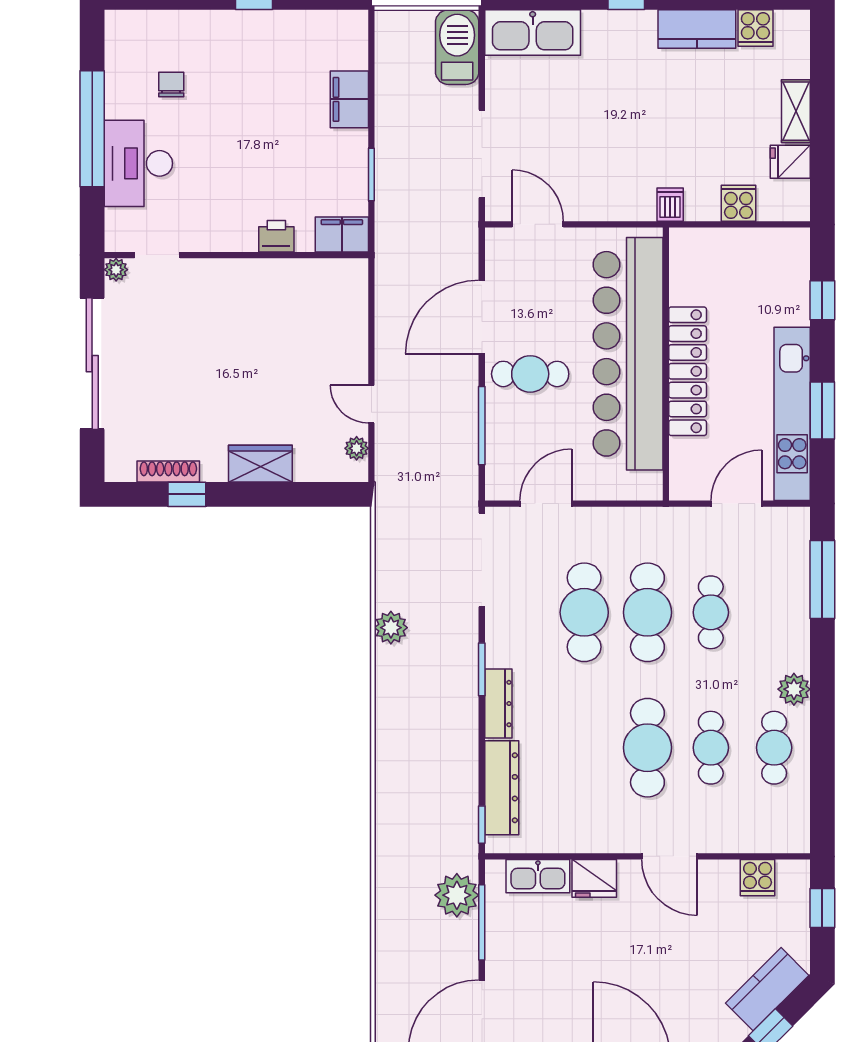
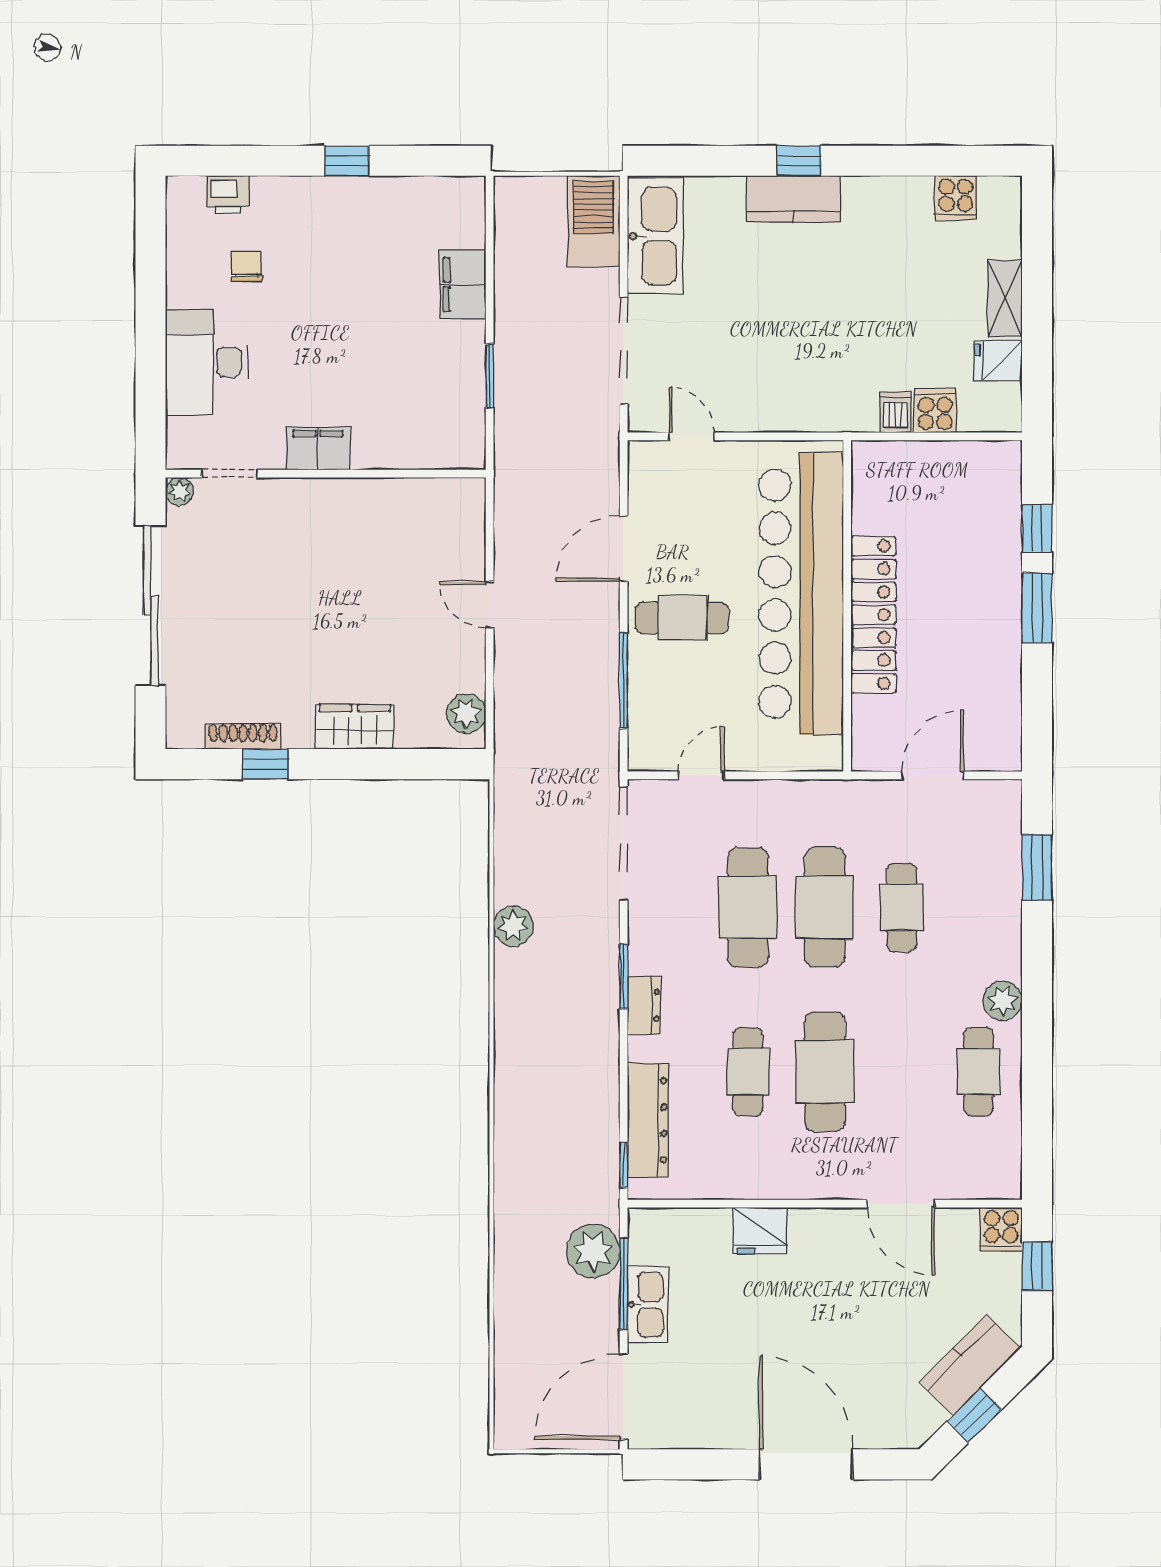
kitchen counter: (697, 29) -> (793, 199), moved
kitchen sink: (533, 33) -> (655, 236), moved, turned -90
window: (92, 129) -> (151, 320), removed
dishwasher: (670, 205) -> (896, 412), moved
door: (538, 224) -> (691, 436), width x0.73
filing cabinet: (342, 234) -> (318, 448), moved
printer: (276, 236) -> (228, 195), moved, turned 180
door: (482, 317) -> (624, 549), width x0.73
door: (371, 404) -> (490, 605), moved
window: (822, 410) -> (1037, 608), moved
kitchen unit: (792, 414) -> (1000, 666), removed
plant: (357, 448) -> (466, 713), width x1.38, depth x1.38
door: (546, 504) -> (701, 775), width x0.73
window: (822, 579) -> (1037, 867), width x0.69
dresser: (498, 704) -> (644, 1005), width x0.70
cafe table: (711, 748) -> (748, 1072), moved
door: (669, 856) -> (901, 1204), moved
kitchen sink: (538, 876) -> (648, 1305), moved, turned -90
cooker: (758, 878) -> (1001, 1229), moved

